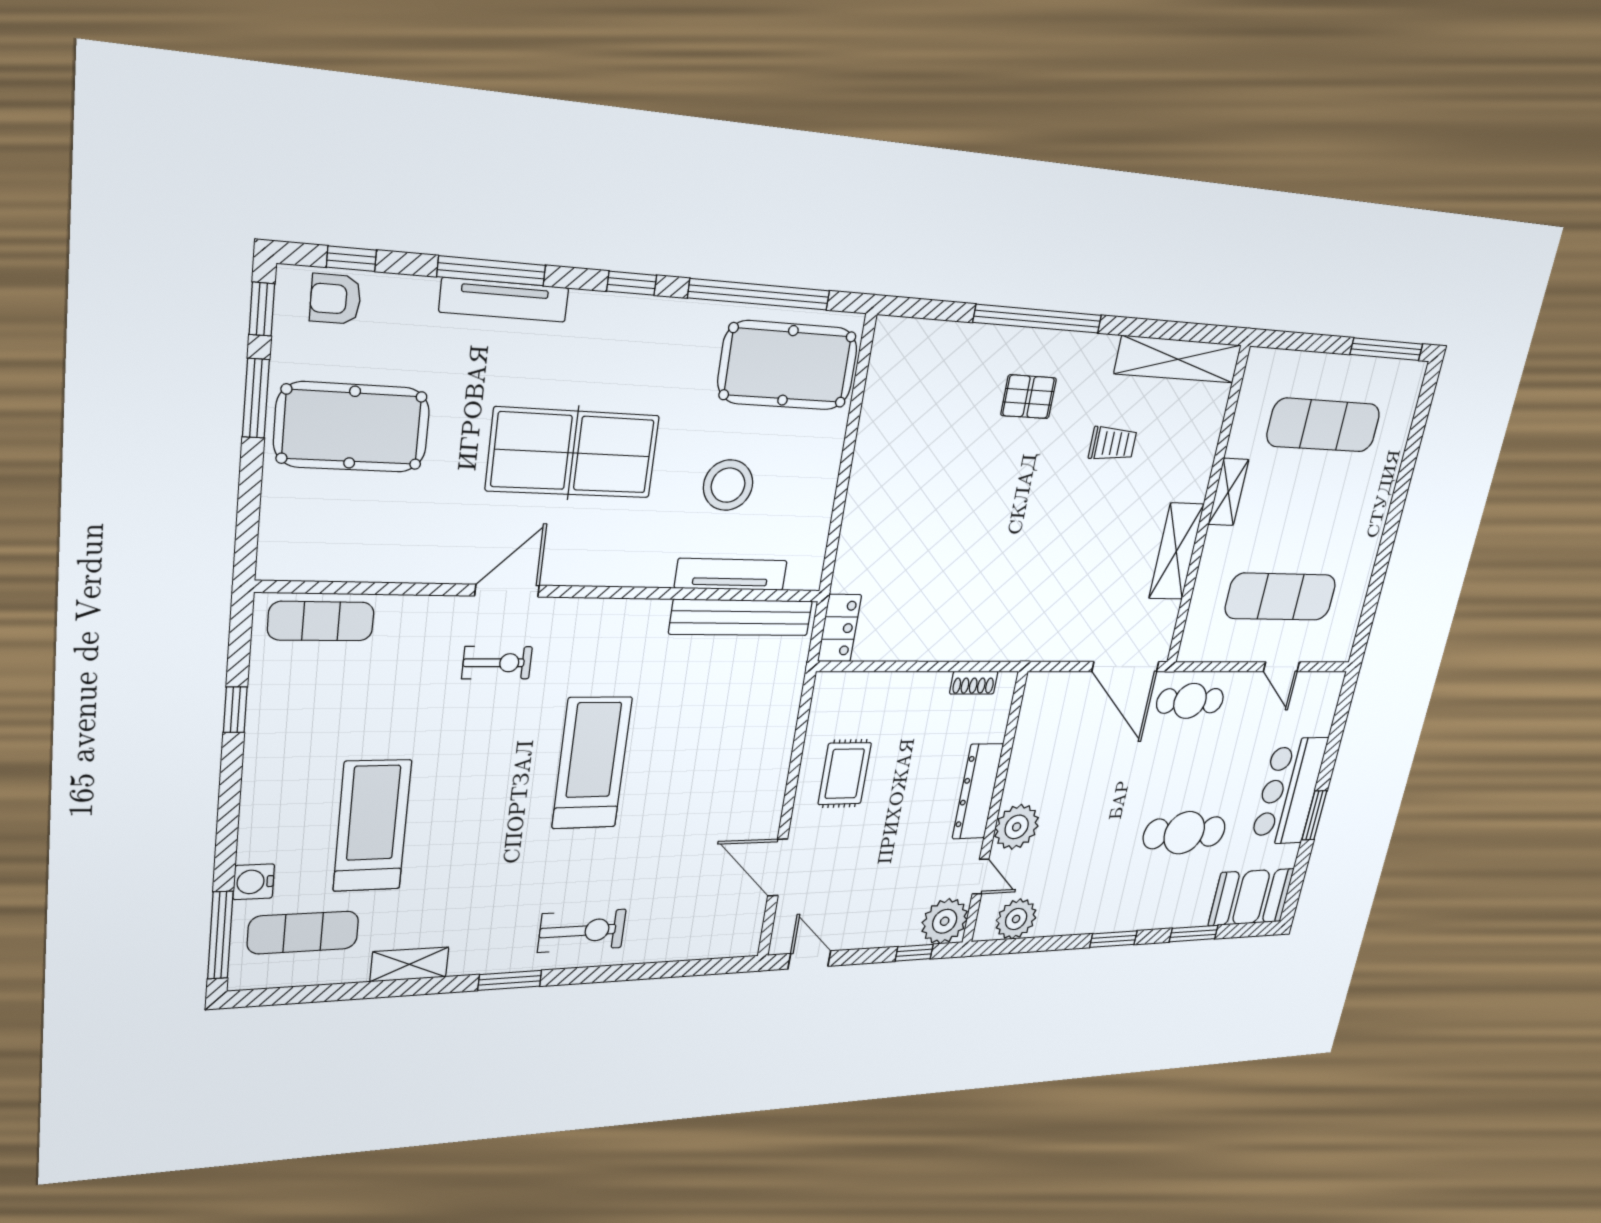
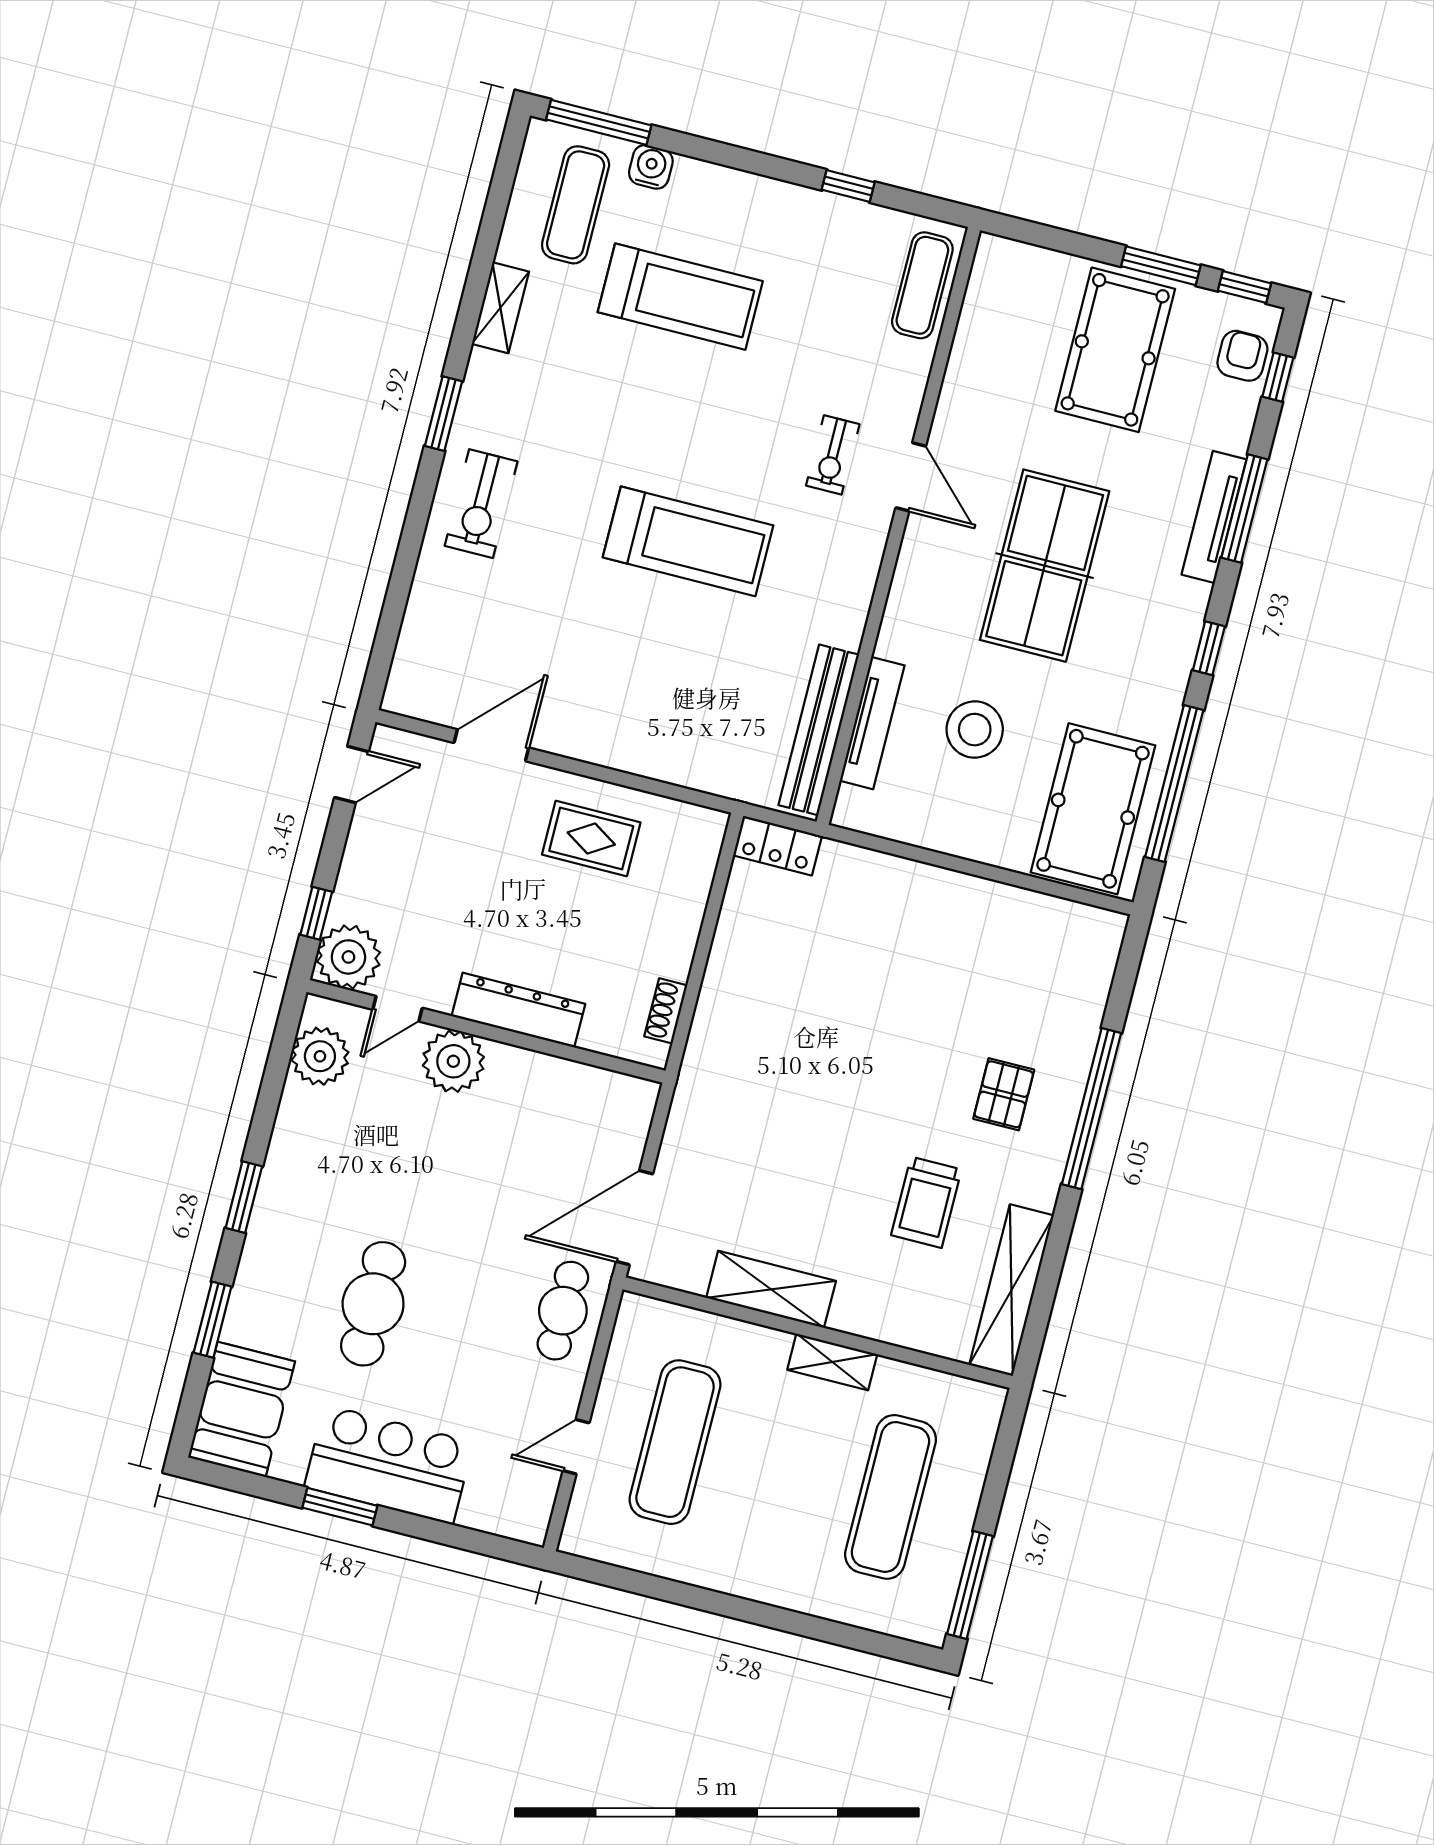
trolley: (1113, 443) -> (926, 1202), width x1.36, depth x1.39

